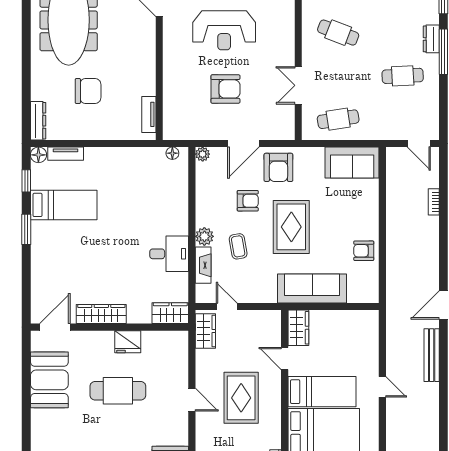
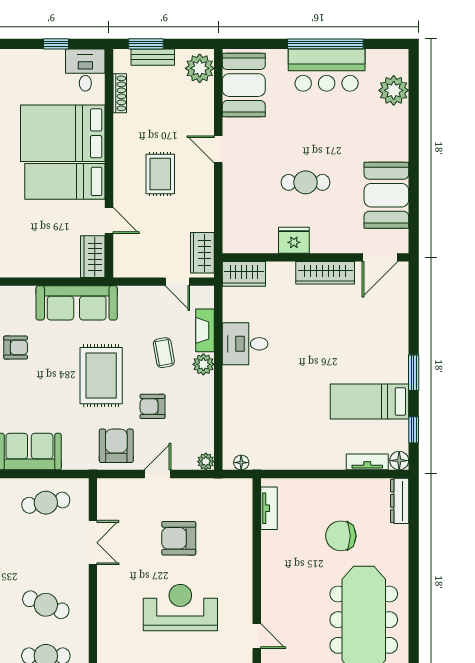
door: (243, 143) -> (158, 474), width x0.73
cafe table: (118, 391) -> (306, 182), width x0.73, depth x0.74
rug: (241, 398) -> (160, 174), width x0.73, depth x0.70
door: (192, 400) -> (218, 149), moved

